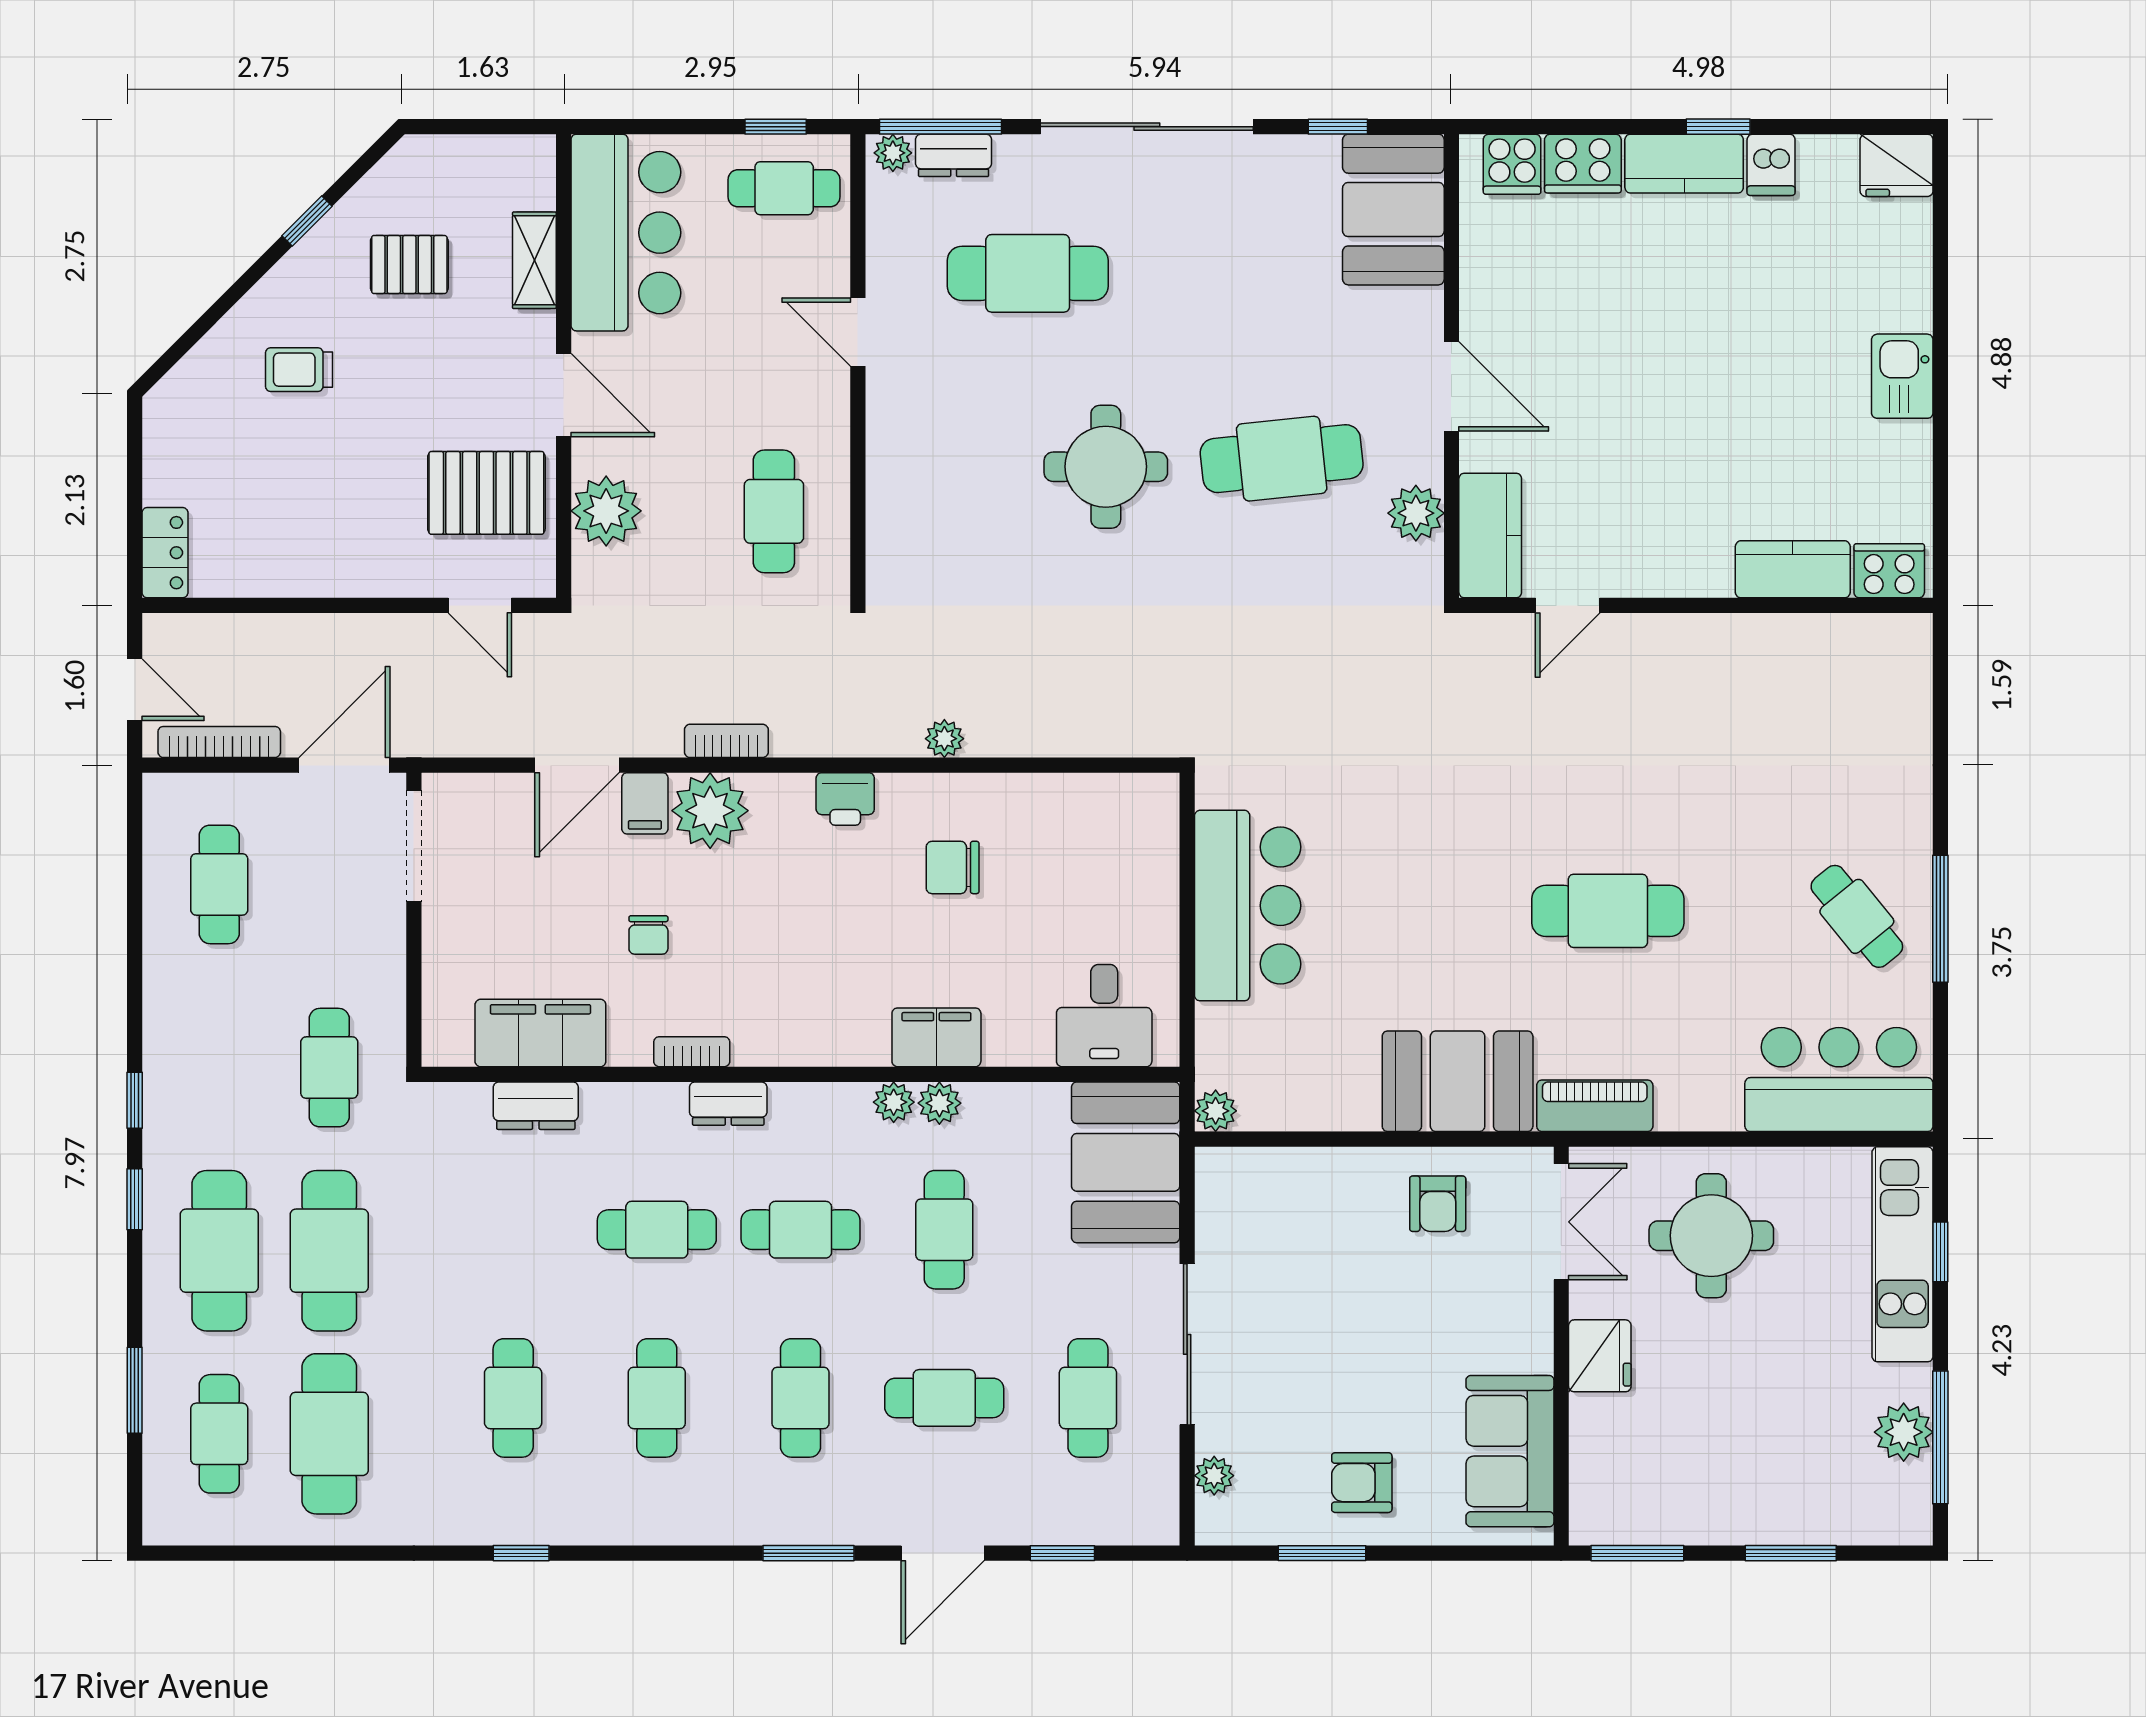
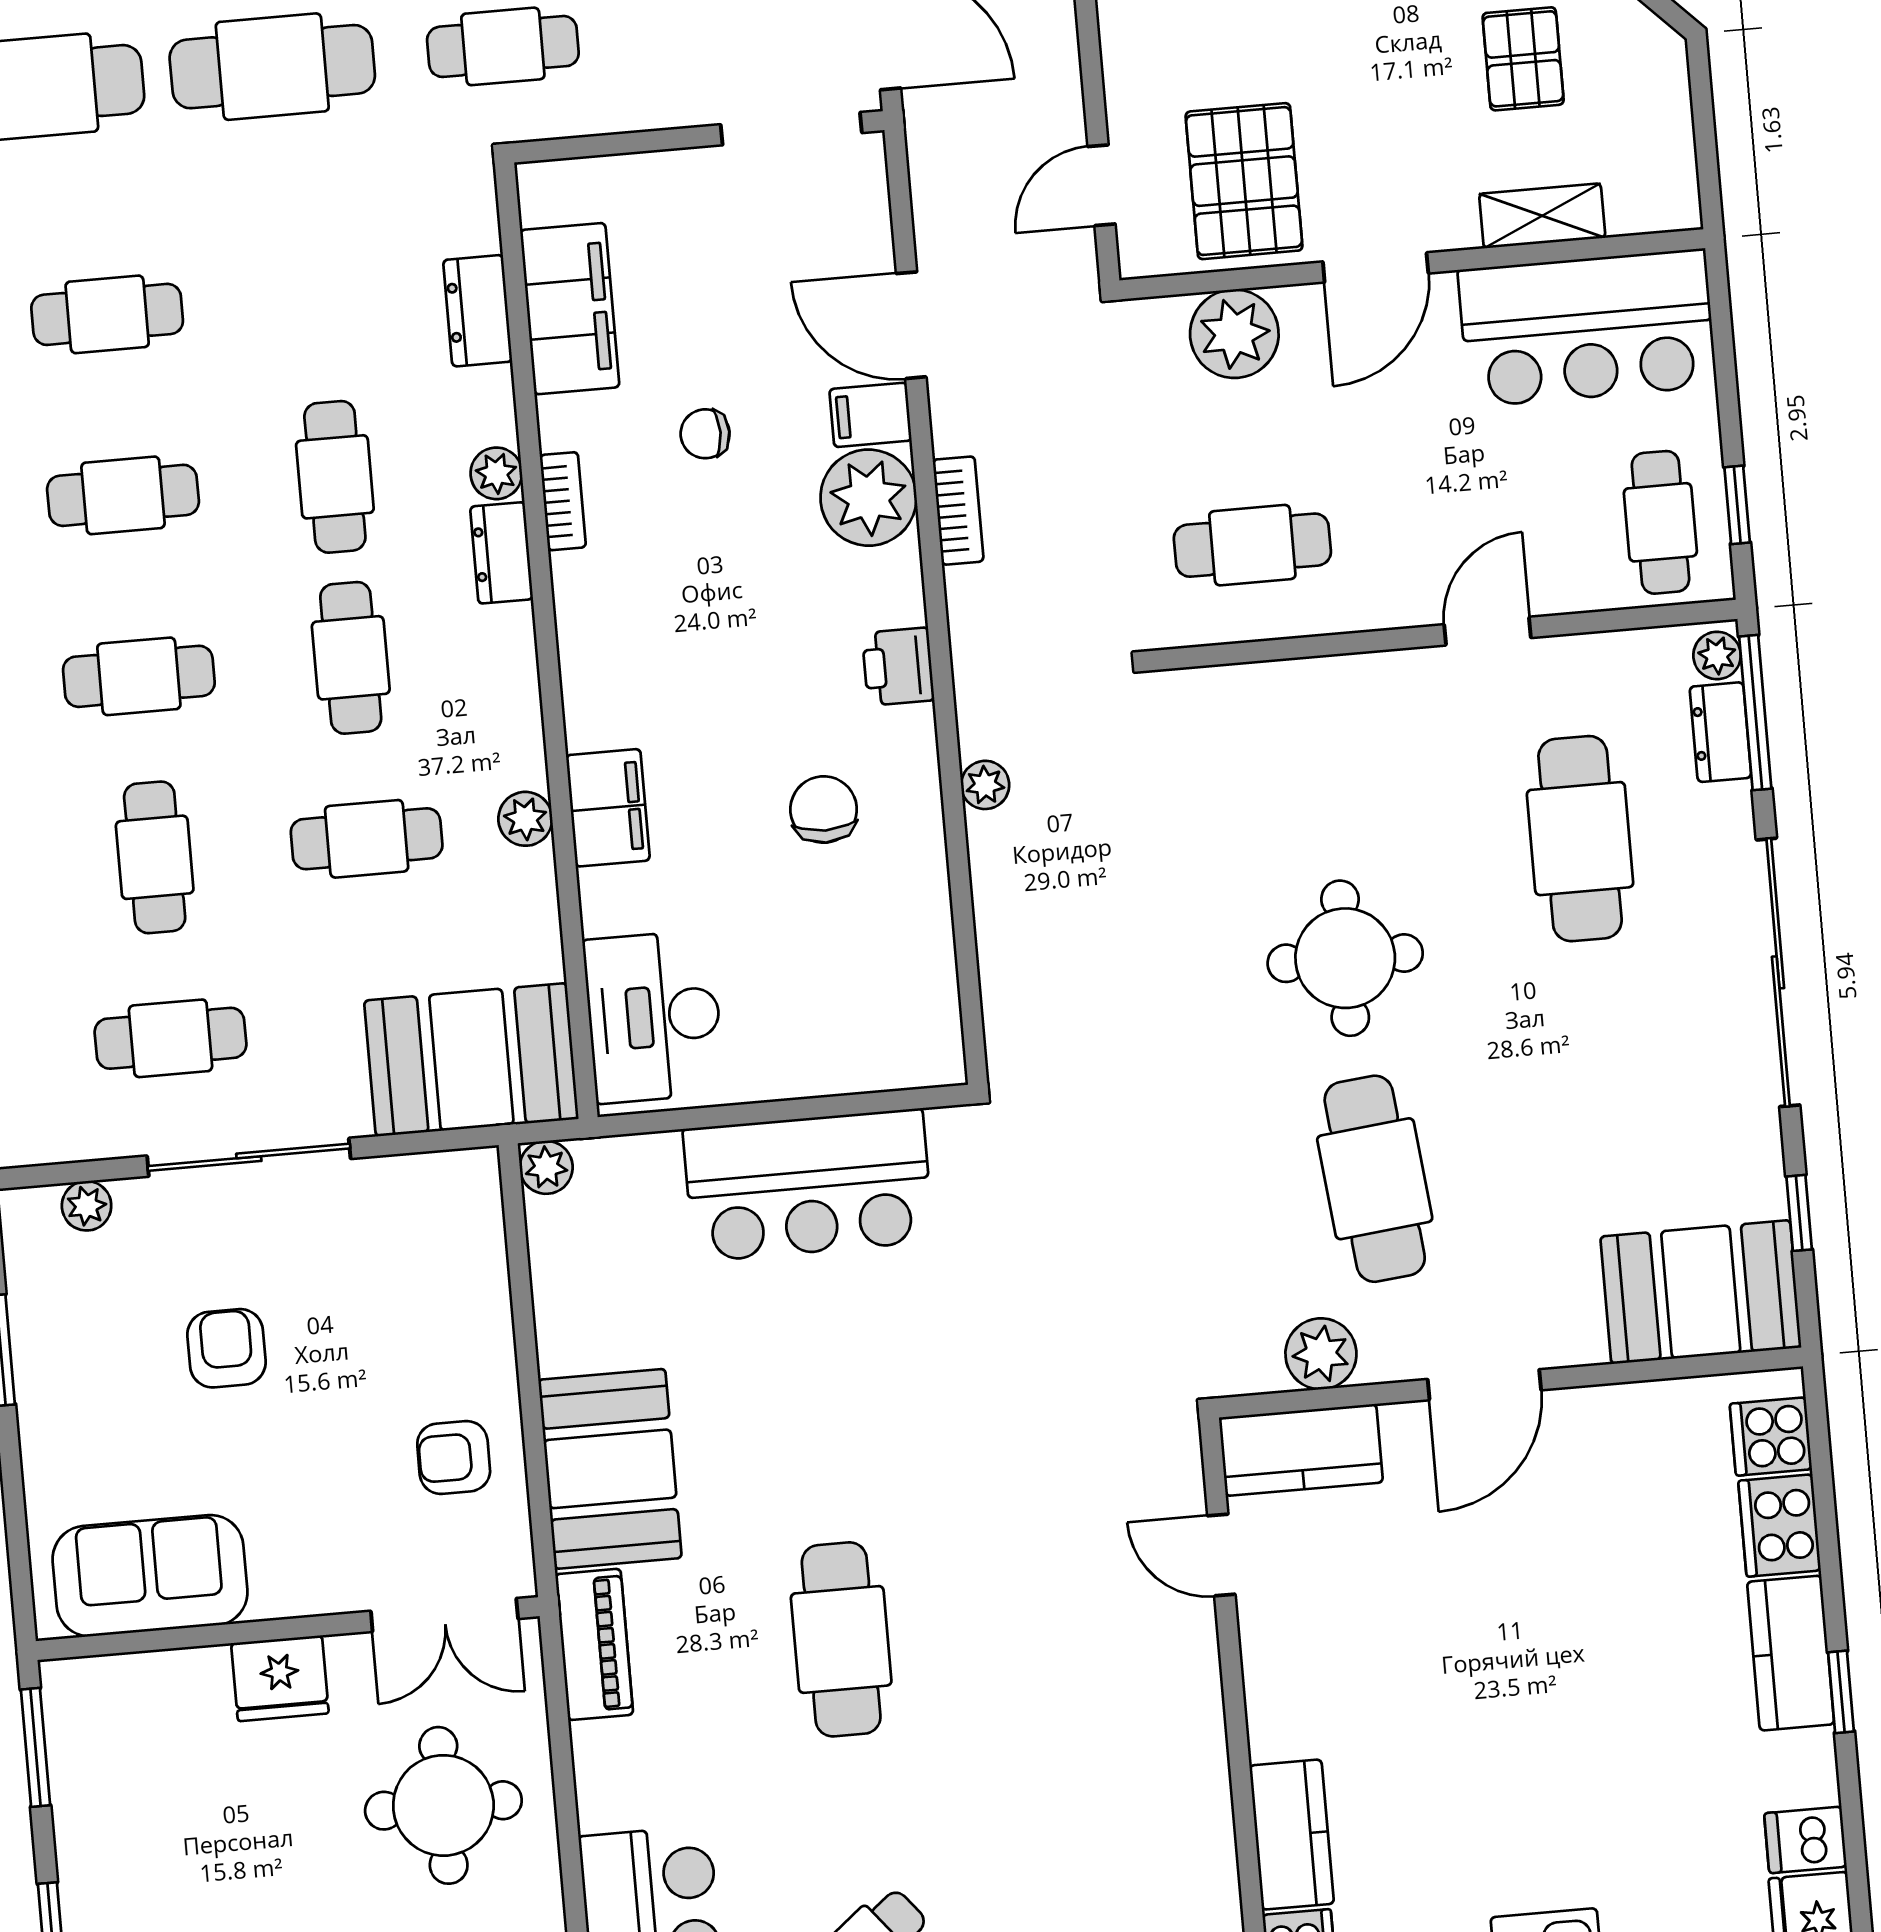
dishwasher: (1771, 165) -> (1805, 1840), moved
desk: (1104, 1016) -> (654, 1017), width x1.37
plant: (894, 1102) -> (496, 473), moved
armchair: (1362, 1483) -> (227, 1348), moved

